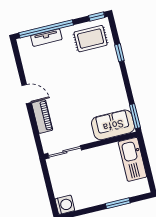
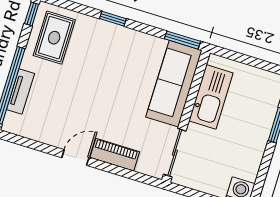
window: (119, 53) -> (113, 19), moved
sofa: (113, 125) -> (174, 84), width x1.36
kitchen sink: (132, 159) -> (211, 97), moved, turned -90

